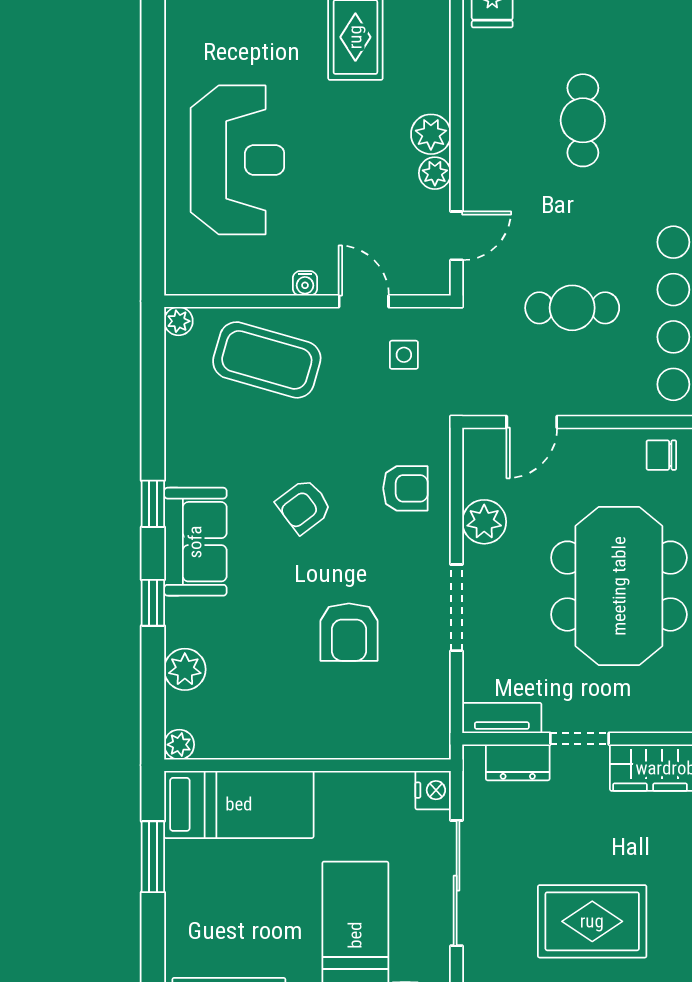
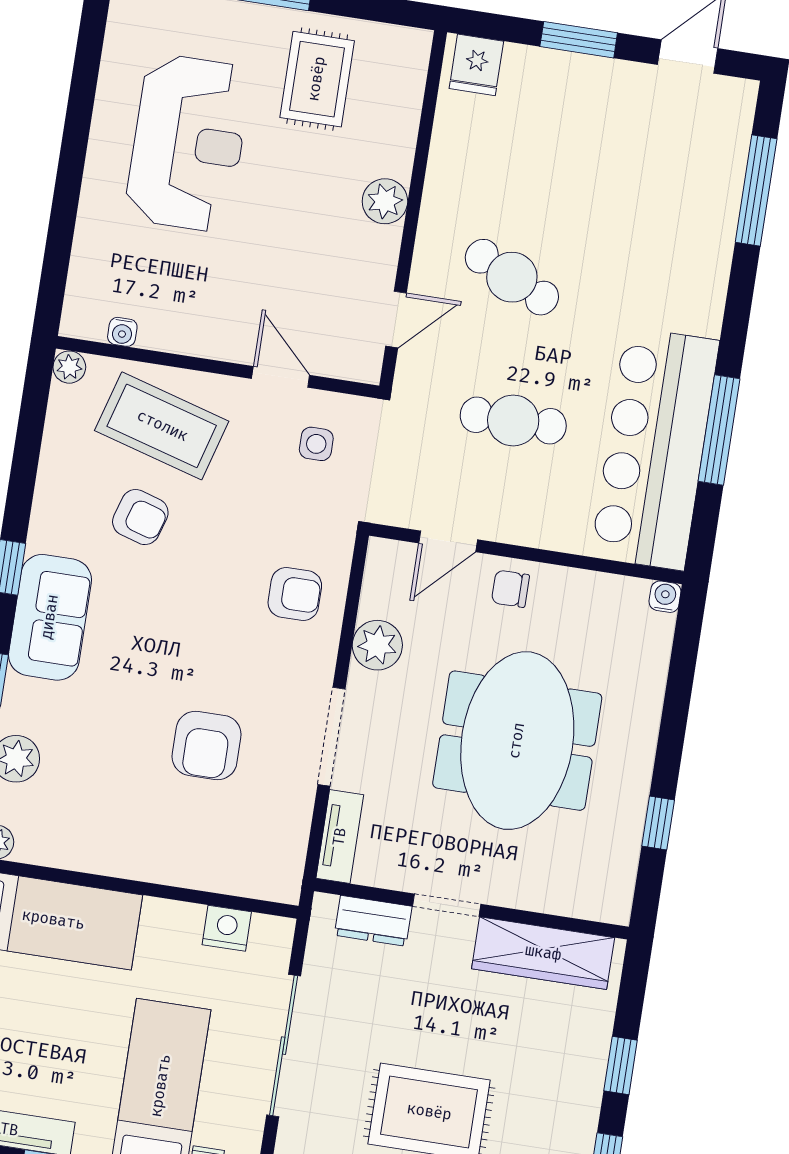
cafe table: (583, 120) -> (512, 277), moved, turned -64
reception desk: (237, 160) -> (188, 143), moved
plant: (435, 173) -> (383, 246), removed
water cooler: (305, 283) -> (122, 332), moved
chair: (661, 455) -> (510, 589), moved
armchair: (304, 506) -> (140, 517), moved, turned -126
tv unit: (502, 718) -> (340, 837), moved, turned 90
nightstand: (433, 790) -> (227, 928), moved, turned -90

